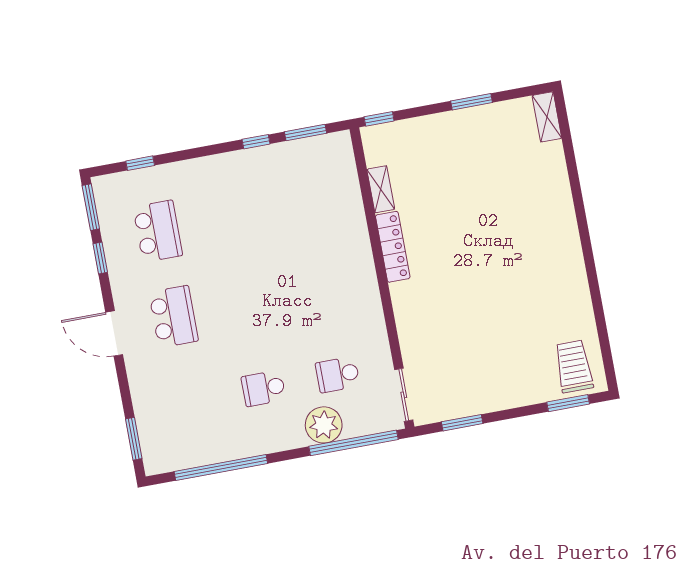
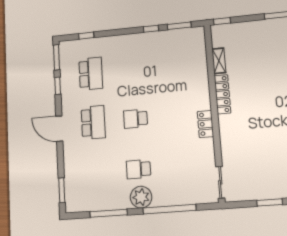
locker: (369, 300) -> (205, 124), added
school desk: (338, 375) -> (135, 119), moved
window: (462, 423) -> (270, 202), moved
plant: (324, 425) -> (141, 197), moved
window: (353, 443) -> (169, 209), moved
window: (221, 467) -> (109, 213), width x0.68

